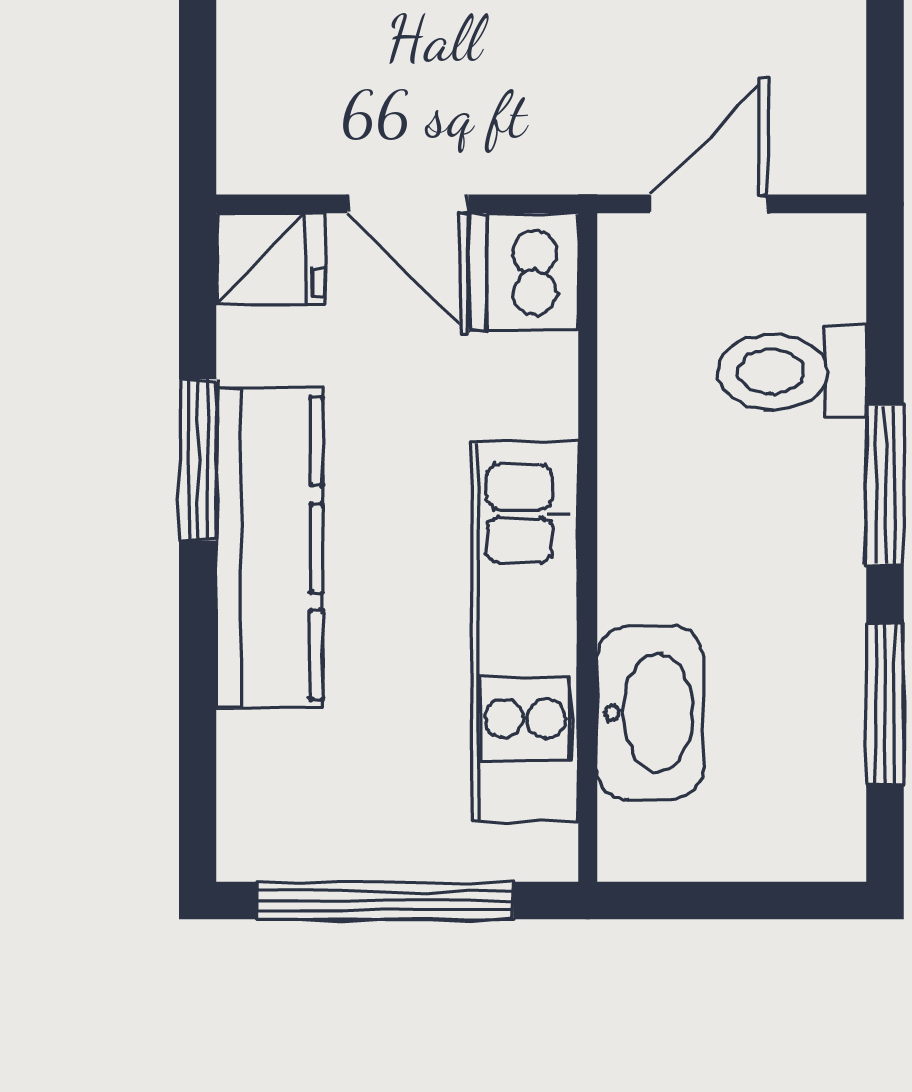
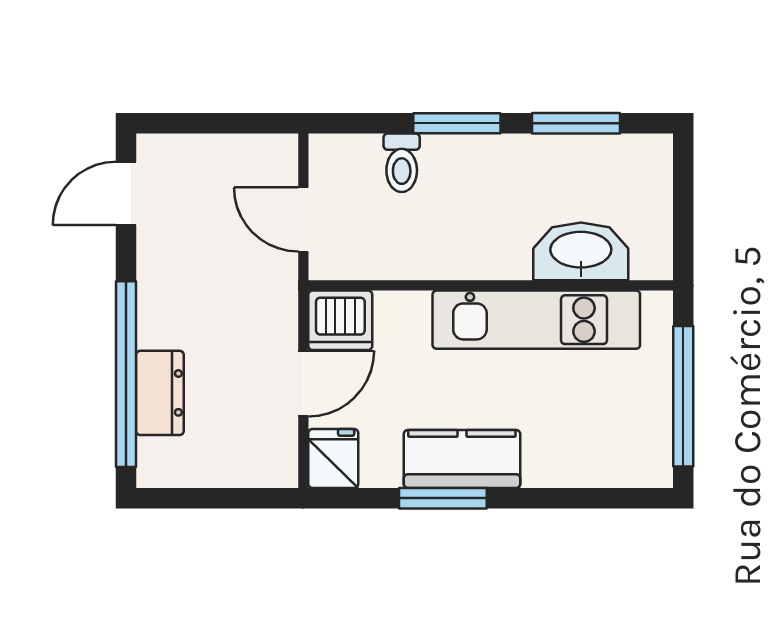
toilet: (792, 372) -> (402, 163), width x0.73, depth x0.72
kitchen counter: (270, 548) -> (462, 459), width x0.67

